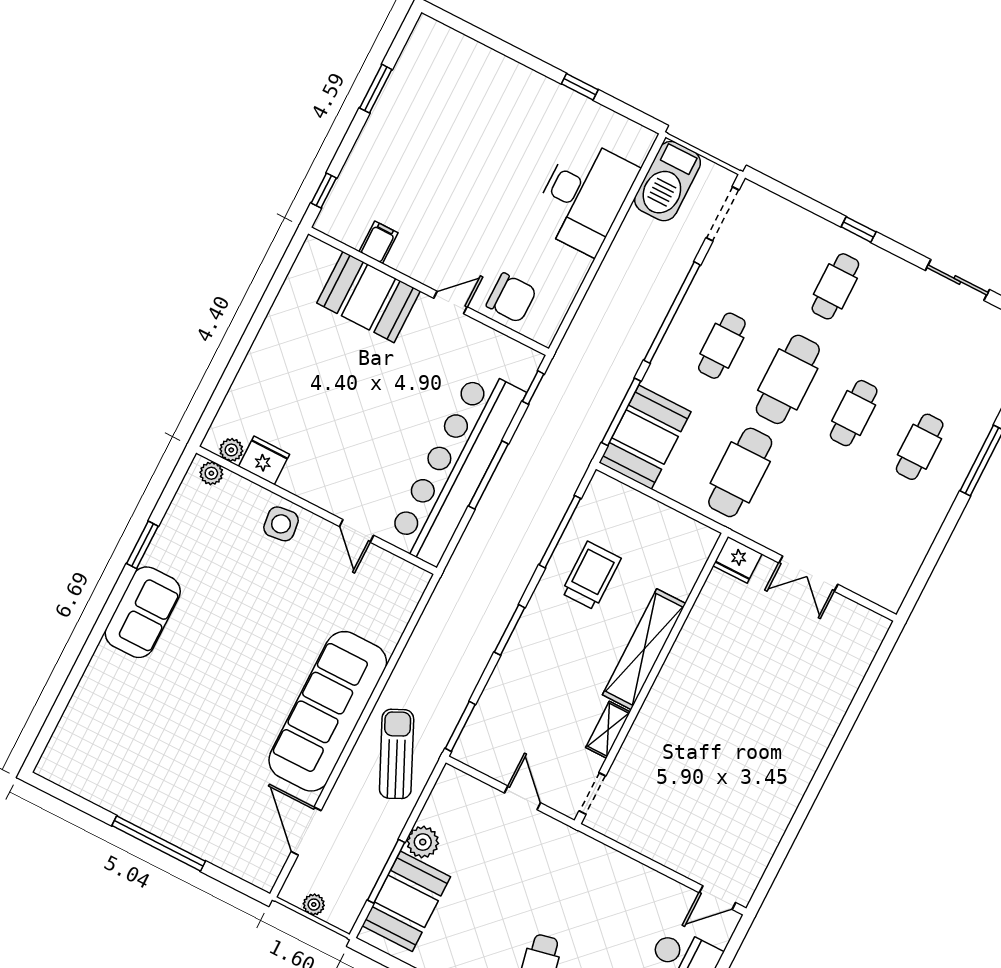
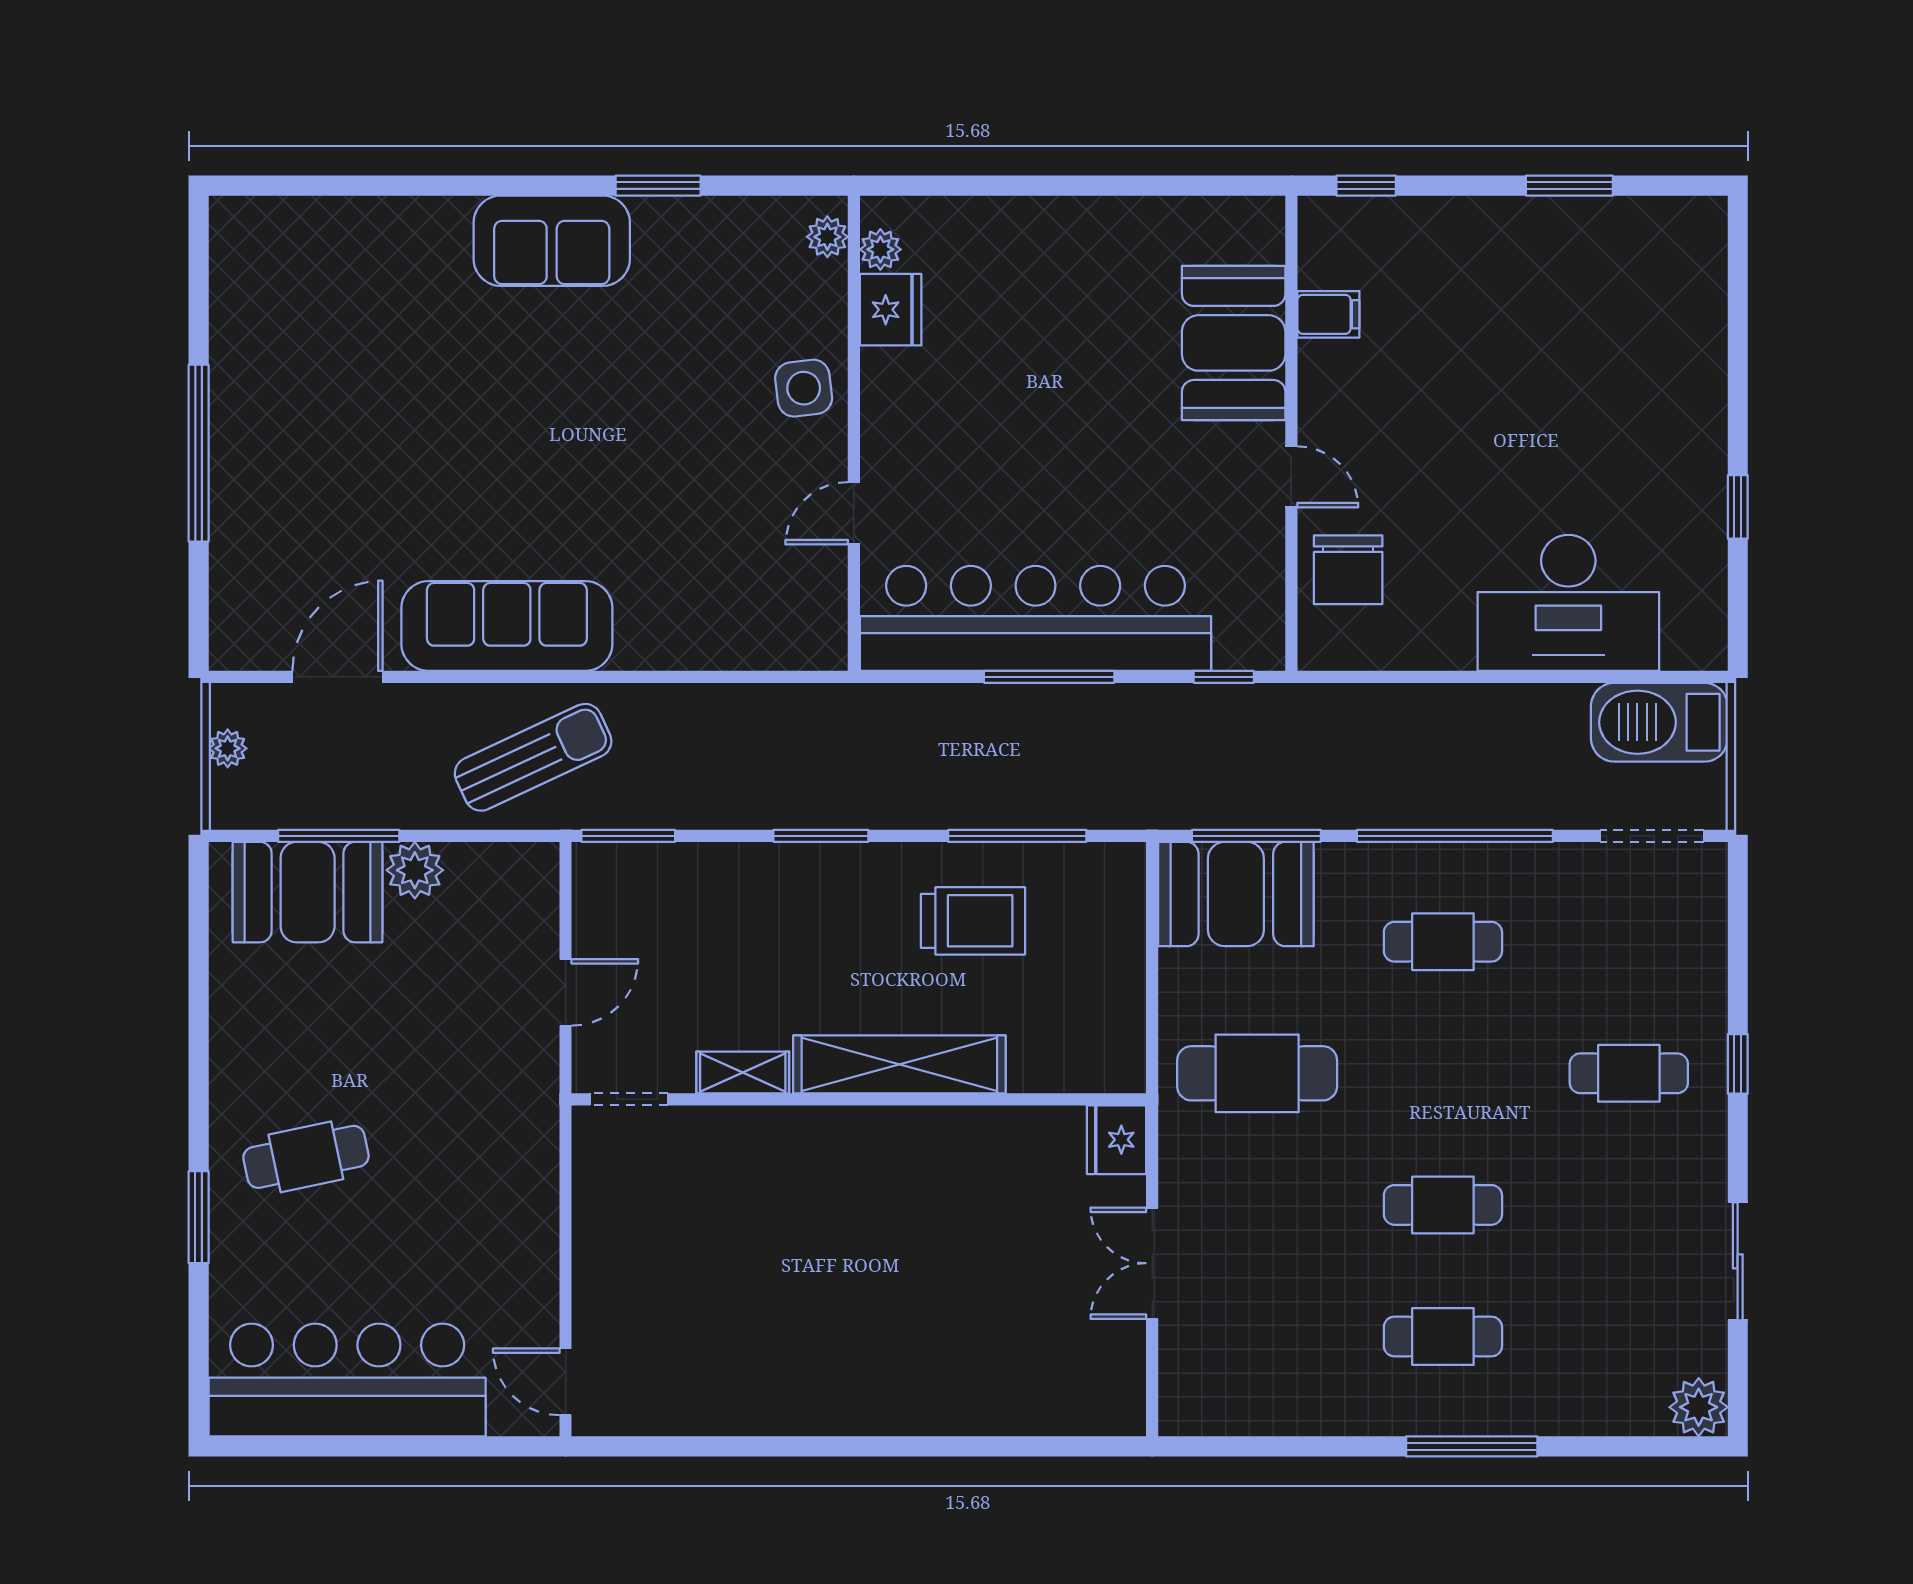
cafe table: (788, 379) -> (1443, 1073), removed
sofa: (328, 711) -> (507, 626), width x0.74, depth x0.79

